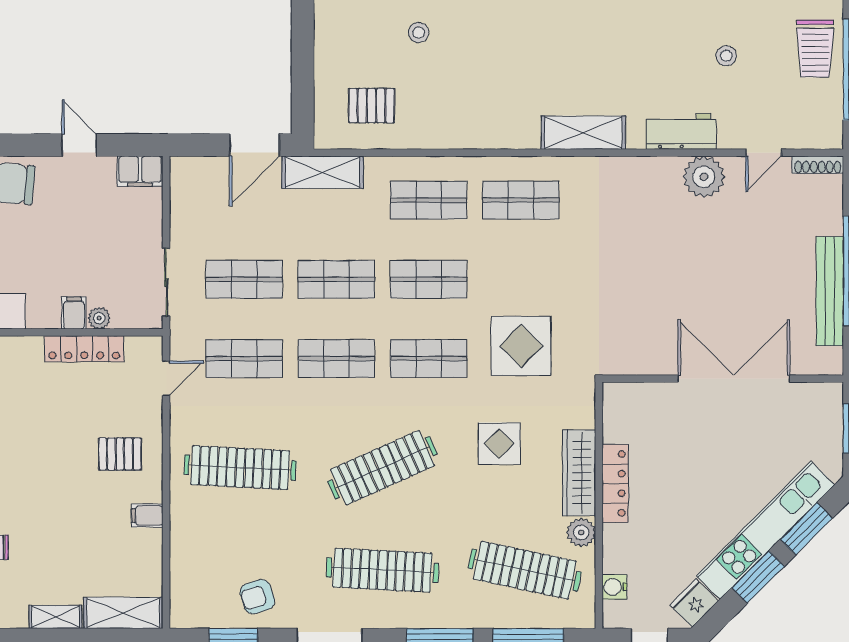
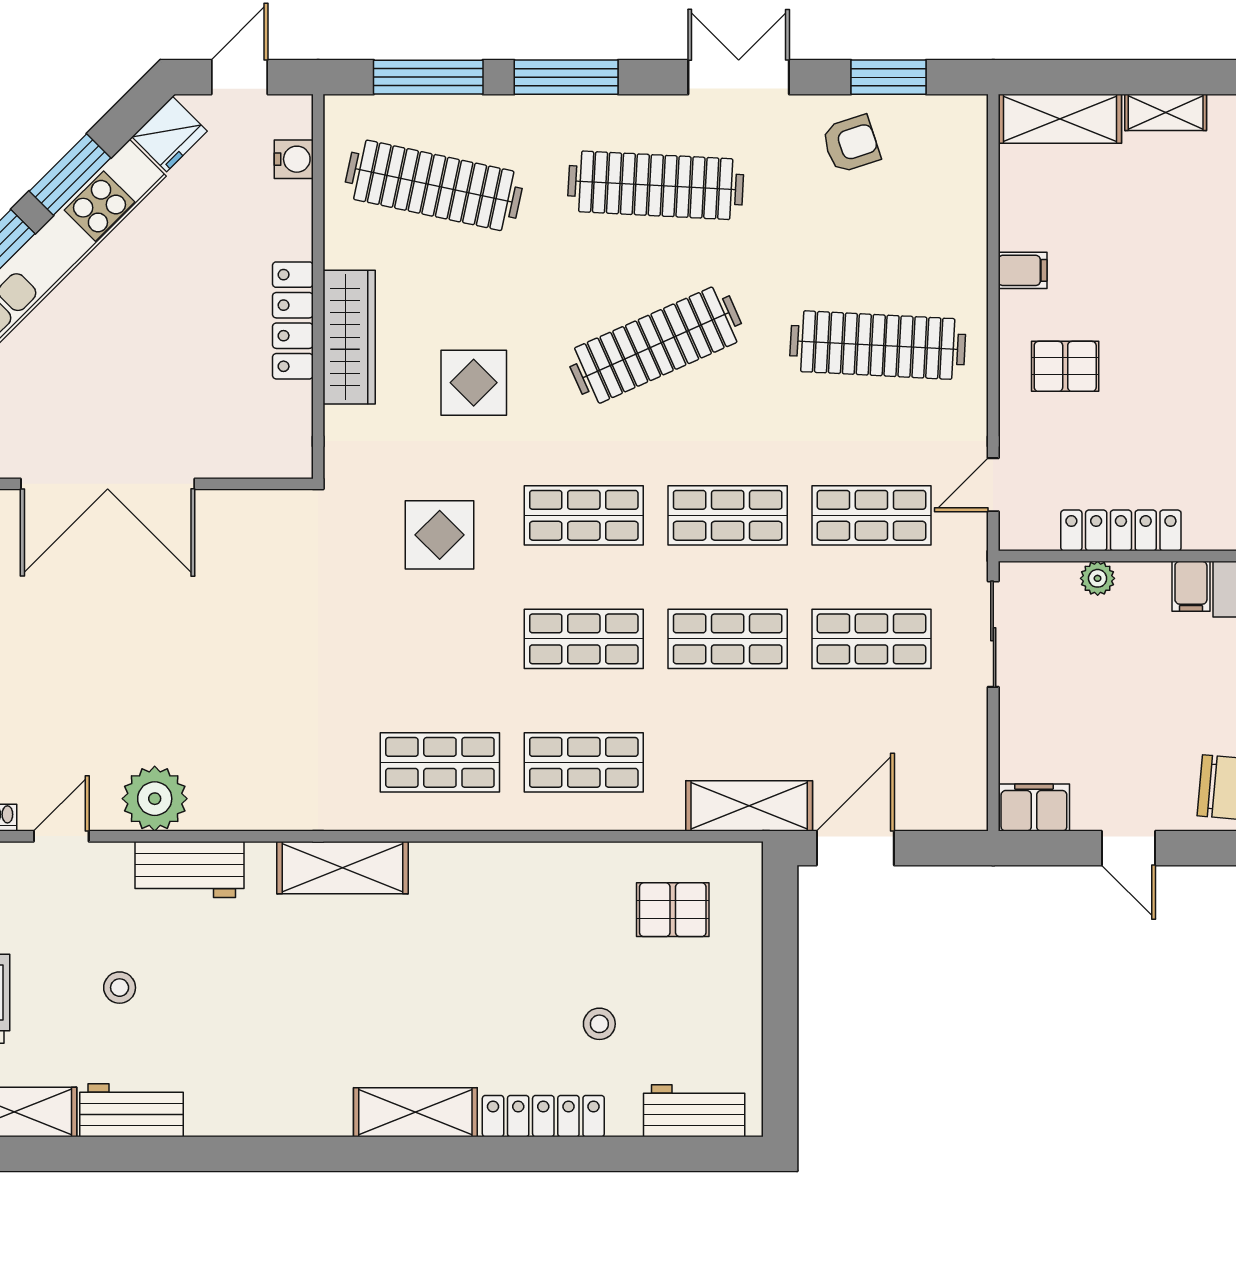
filing cabinet: (74, 313) -> (1191, 586), moved
display table: (521, 346) -> (440, 535), width x0.73, depth x0.73
plant: (581, 532) -> (346, 244), removed

